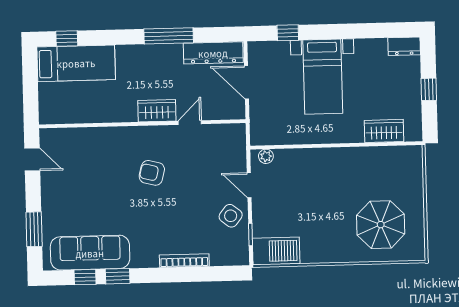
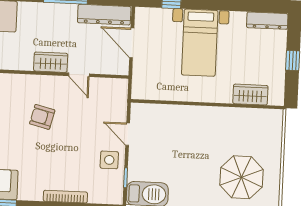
dresser: (404, 46) -> (267, 21), width x1.44
door: (190, 123) -> (79, 75), swing flipped
plant: (266, 156) -> (144, 110), removed
side table: (231, 216) -> (109, 160), turned -38

